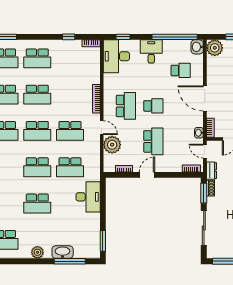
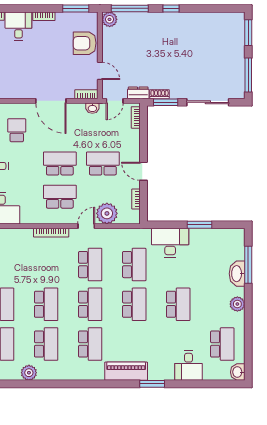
door: (205, 99) -> (51, 101), hinge flipped
school desk: (153, 106) -> (60, 163), width x1.85
window: (103, 241) -> (199, 225), moved

